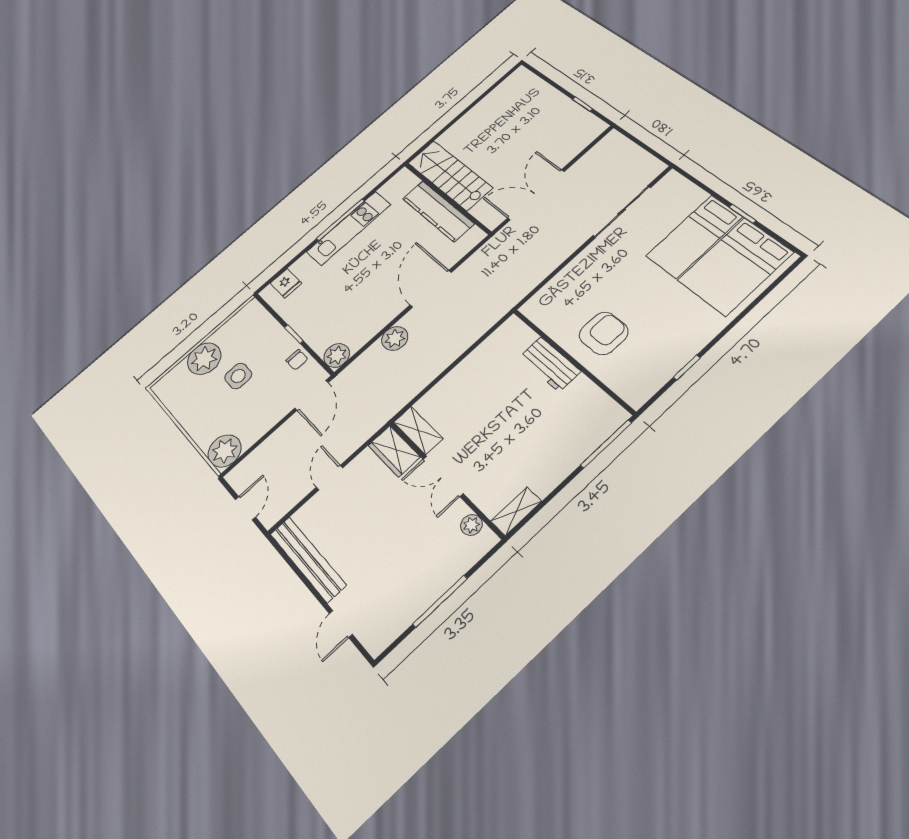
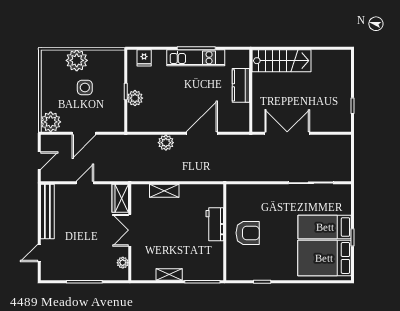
stairs: (450, 175) -> (282, 61), moved, turned 90
kitchen counter: (438, 211) -> (241, 85), width x0.67
plant: (337, 355) -> (135, 98), moved
chair: (297, 360) -> (117, 107), removed
door: (311, 395) -> (84, 133), moved
shelving: (418, 430) -> (164, 191), moved, turned 90
shelving: (516, 511) -> (169, 274), moved

